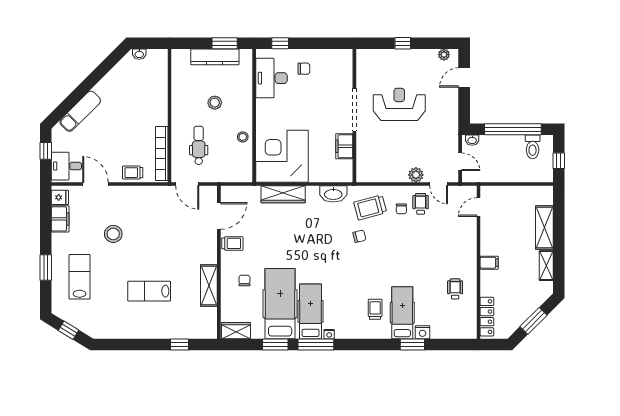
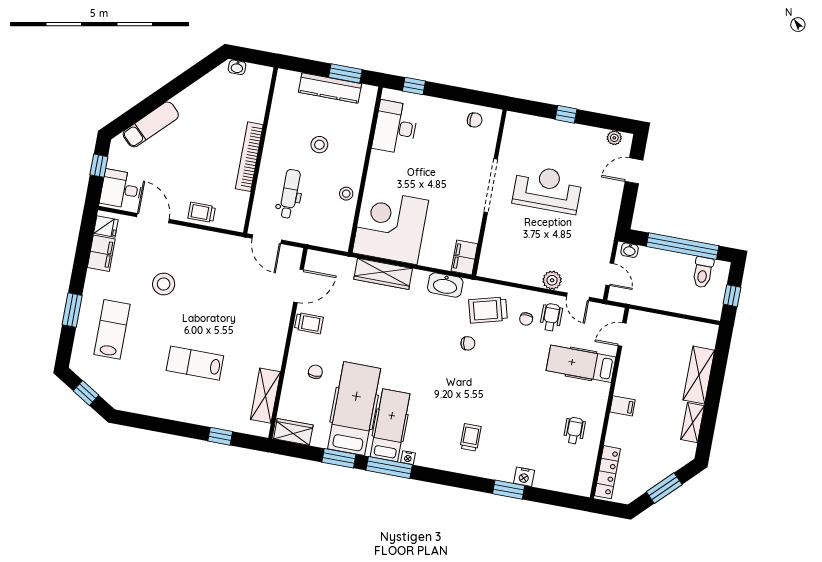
chair: (304, 69) -> (475, 120), moved
filing cabinet: (344, 146) -> (464, 257), moved
bookcase: (162, 154) -> (249, 157), moved
shelving: (209, 285) -> (265, 396), moved
hospital bed: (402, 313) -> (581, 364), moved, turned -90

